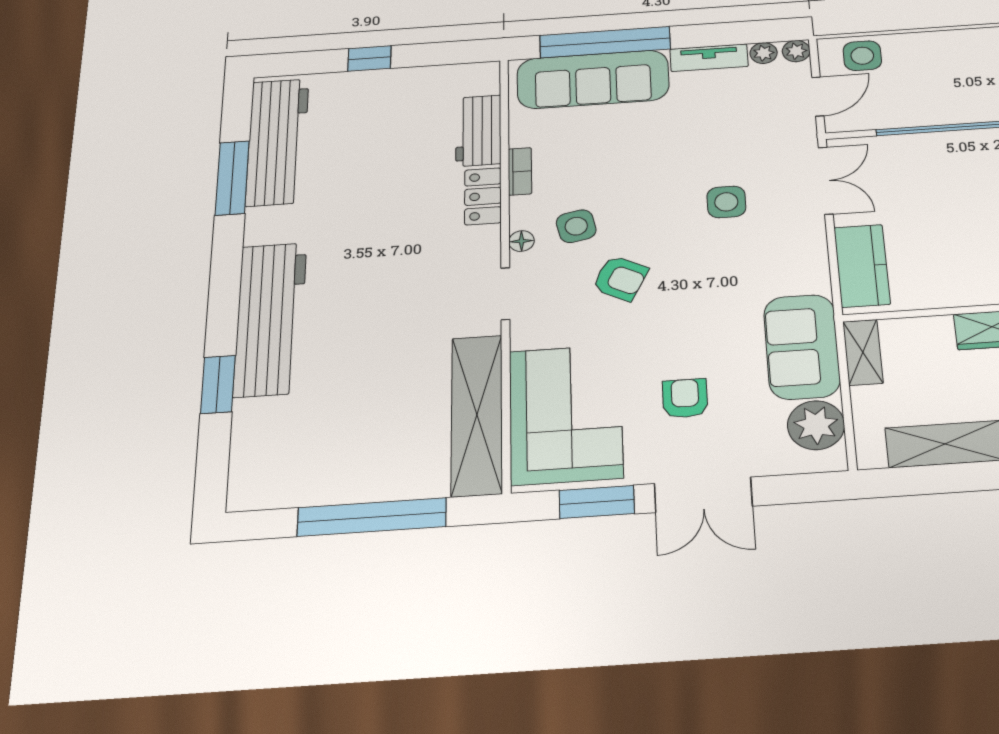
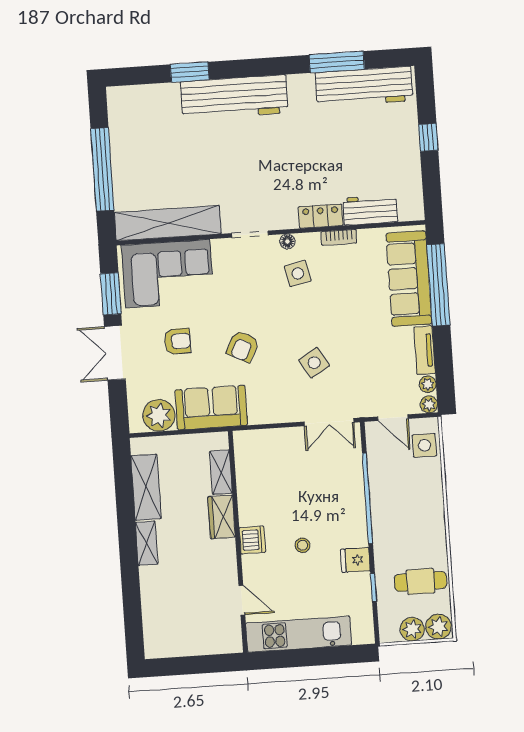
side table: (726, 202) -> (314, 363), turned -31
kitchen counter: (862, 266) -> (267, 443), removed
armchair: (620, 278) -> (243, 346), moved
shelving: (863, 352) -> (221, 472), moved, turned 90

